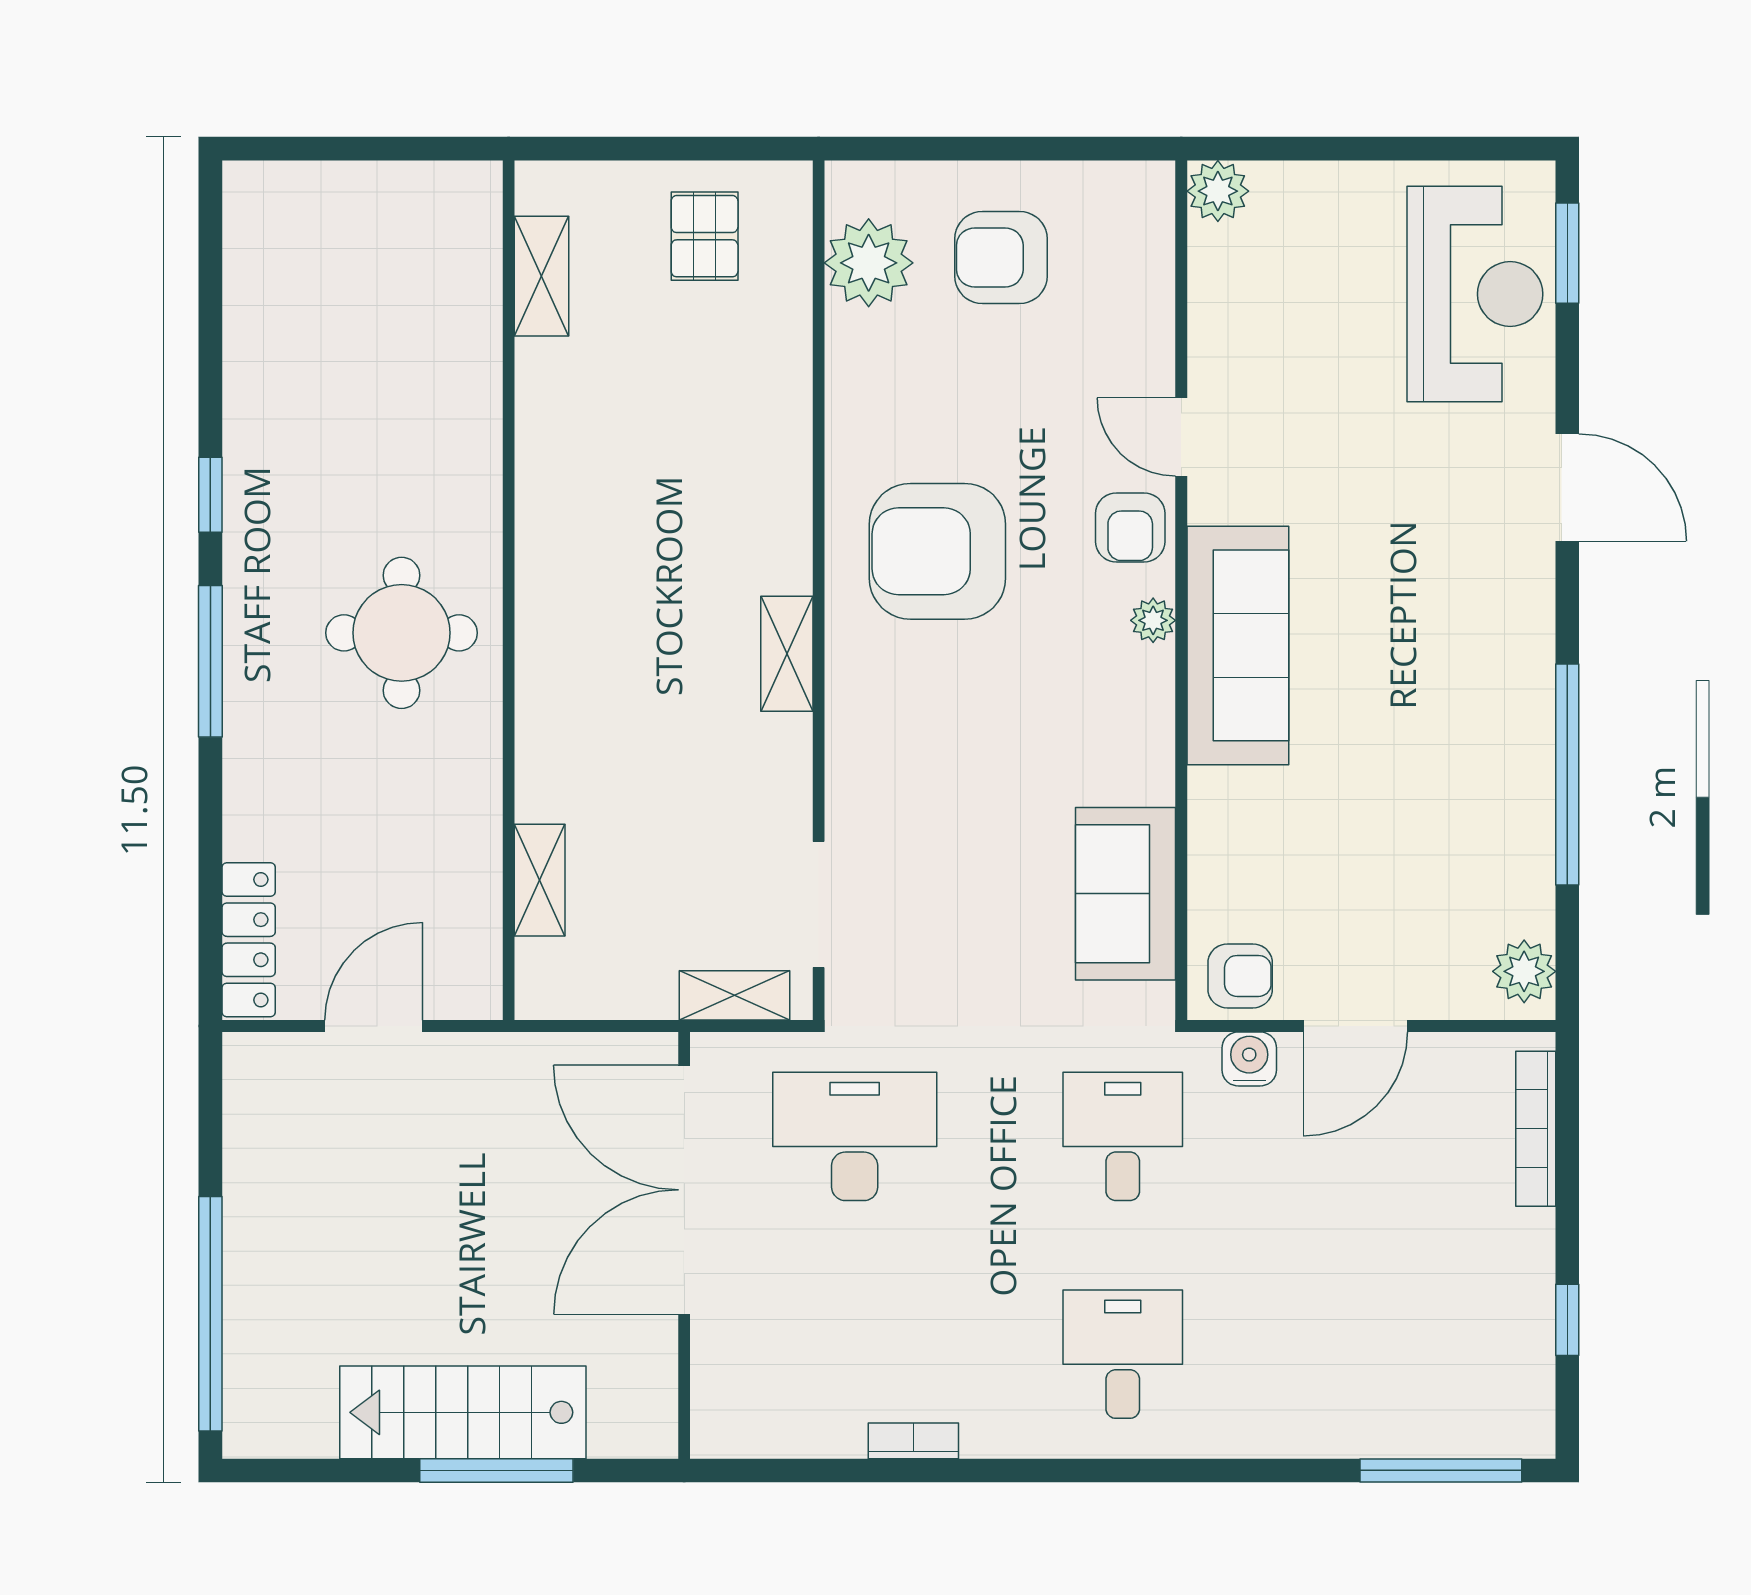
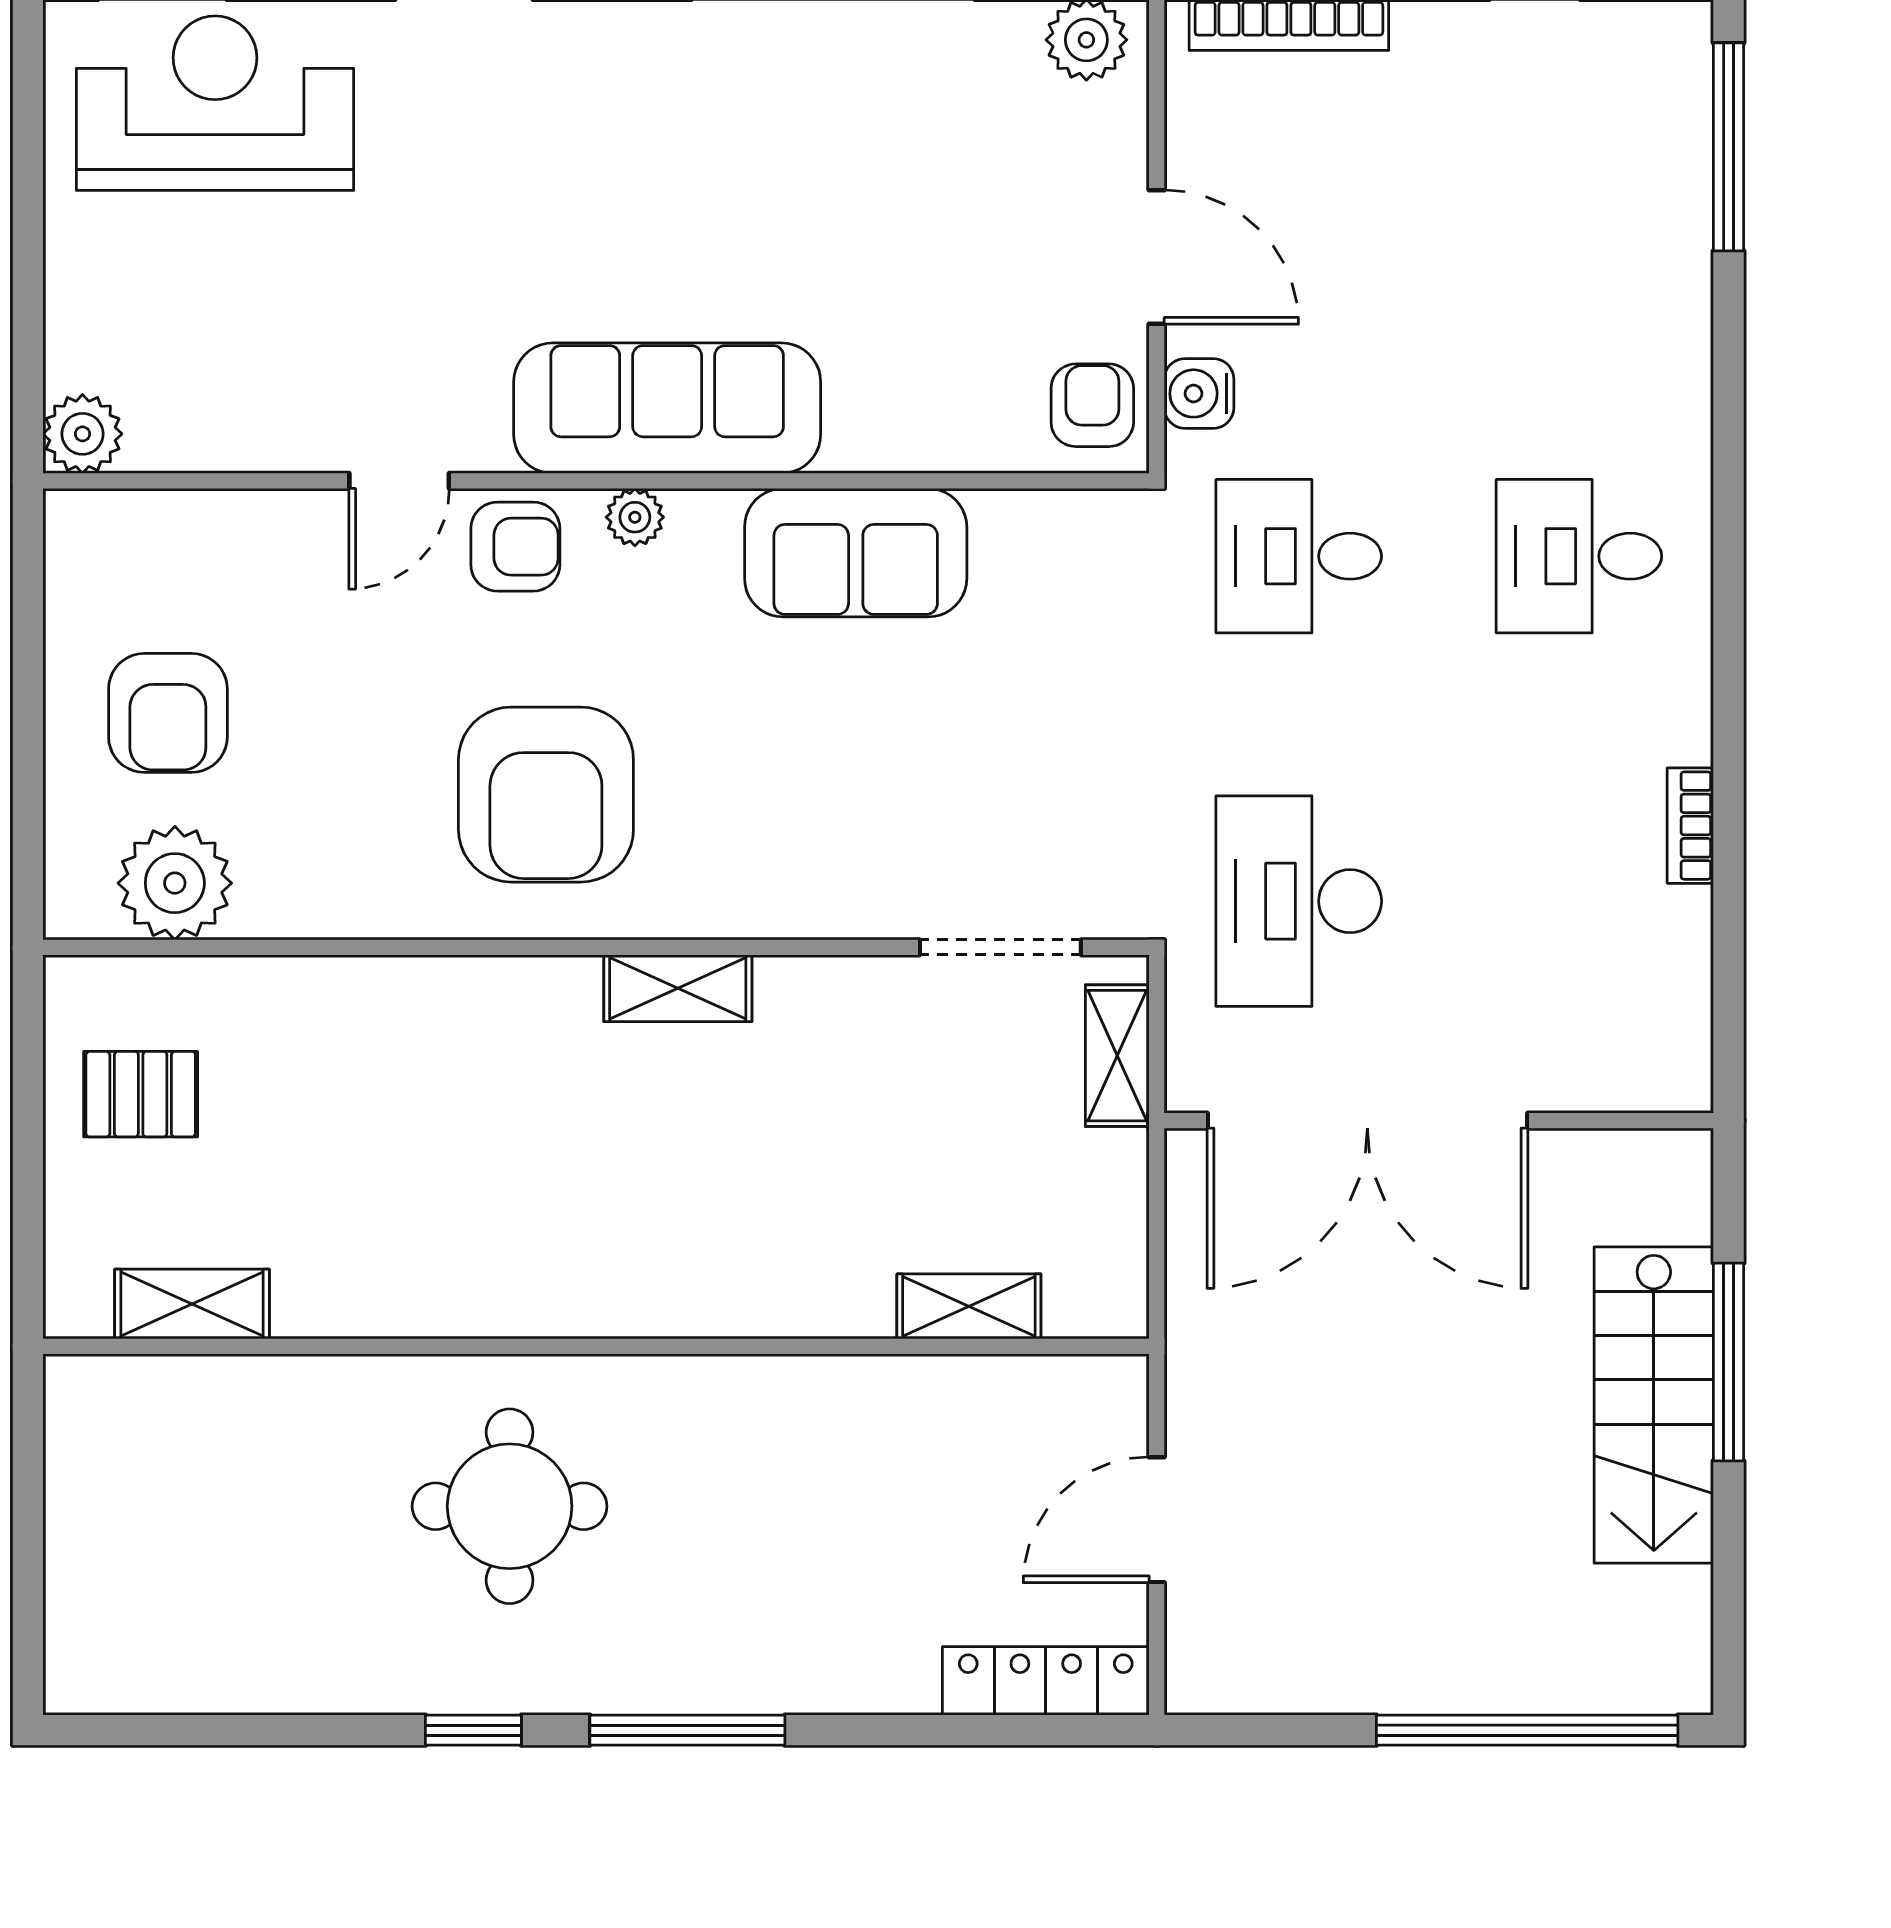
round table: (402, 633) -> (510, 1506), moved
sofa: (1125, 894) -> (856, 553), moved
door: (374, 1026) -> (1157, 1520), hinge flipped

